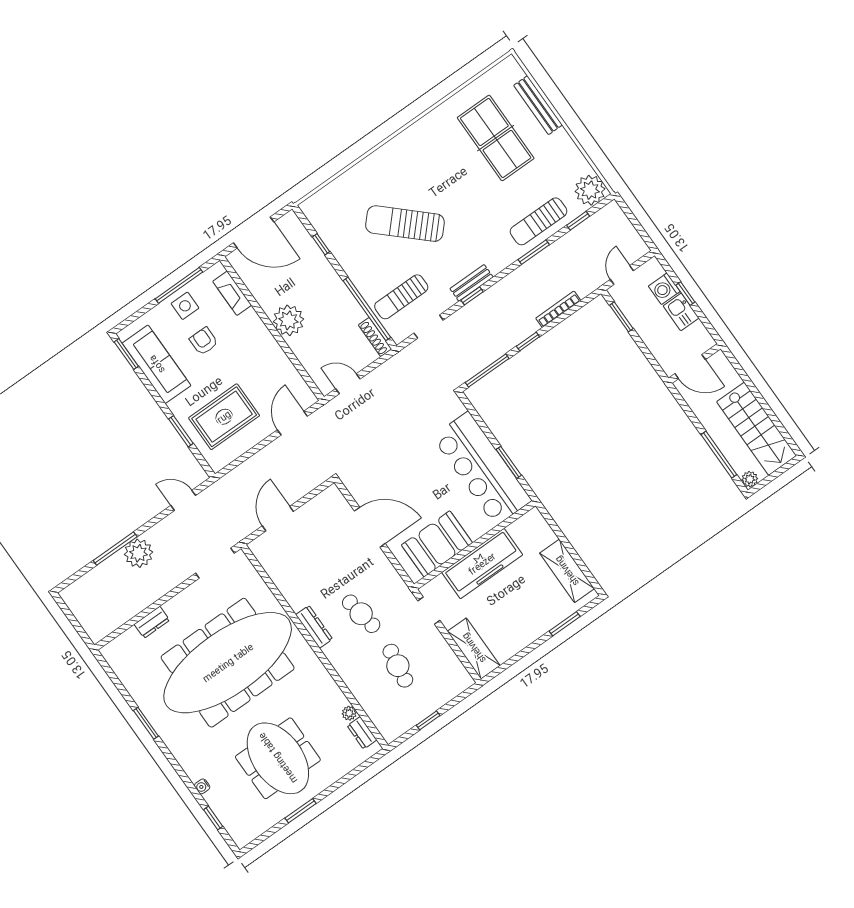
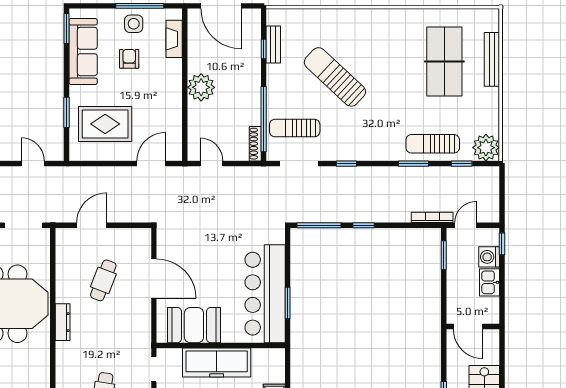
bench: (472, 283) -> (273, 45), moved, turned 90
window: (685, 294) -> (502, 244), moved
bookcase: (558, 309) -> (432, 217), moved
doorway: (429, 327) -> (299, 164), width x1.38
cafe table: (361, 614) -> (103, 280), moved, turned 30

